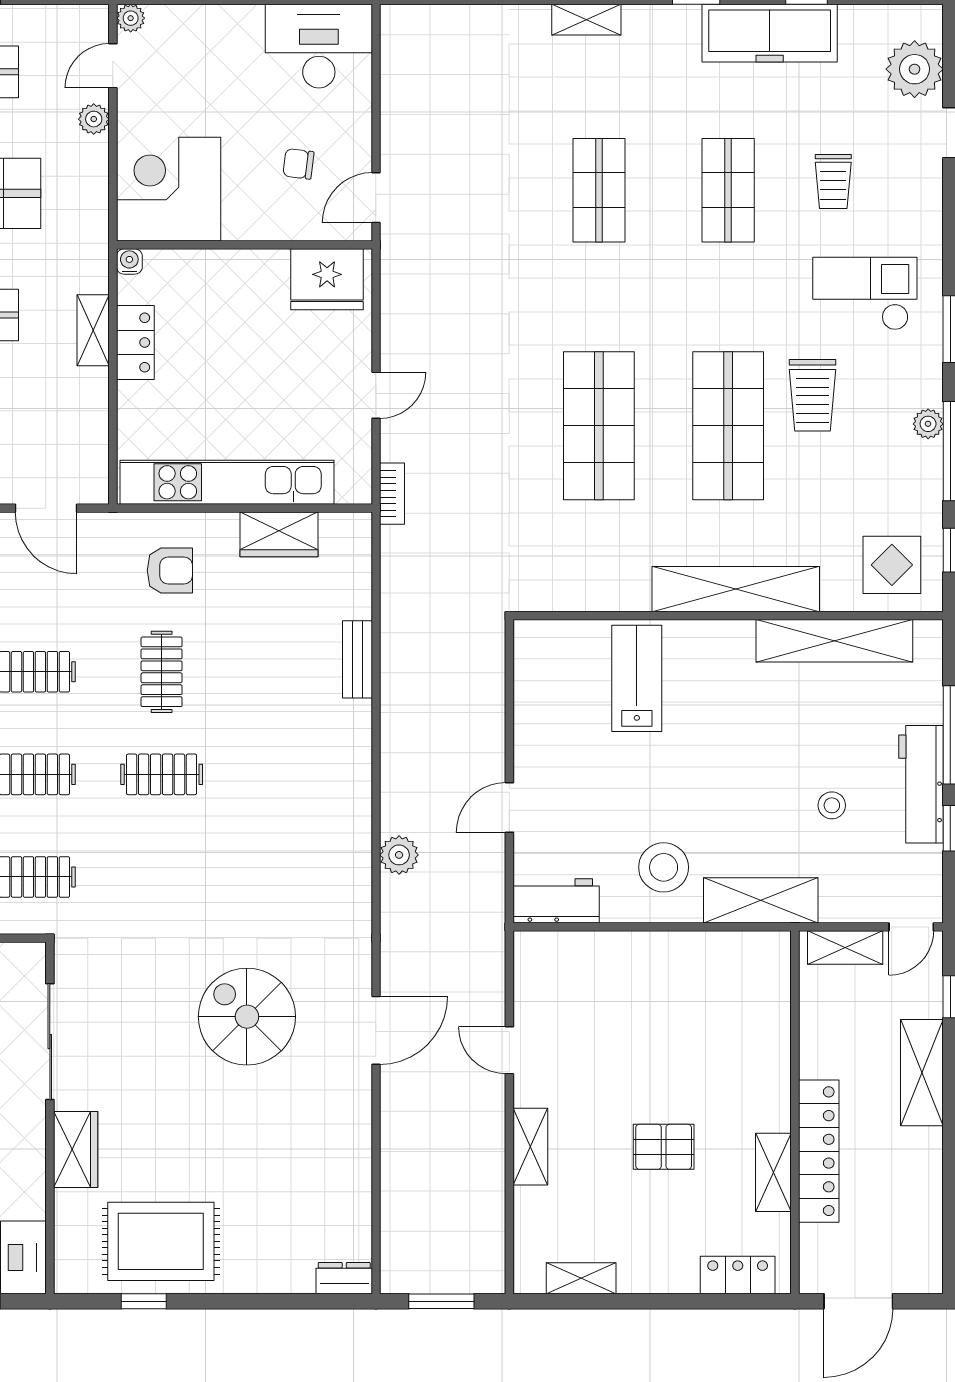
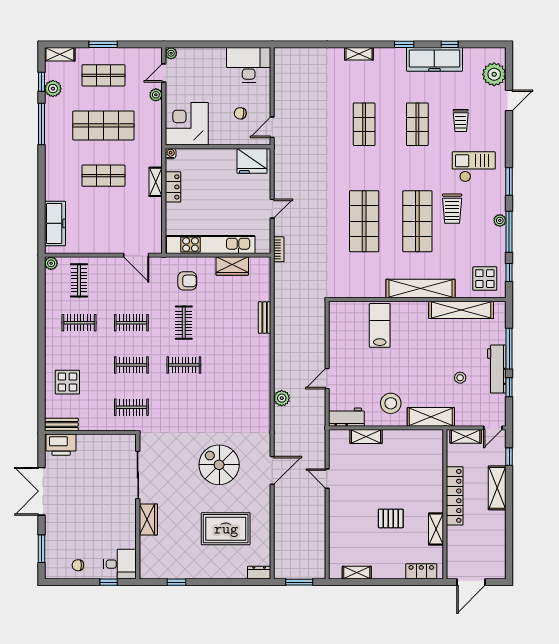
shelving: (530, 1147) -> (366, 436), moved, turned 90
locker: (819, 1151) -> (455, 496), moved
rug: (161, 1241) -> (226, 529), moved

